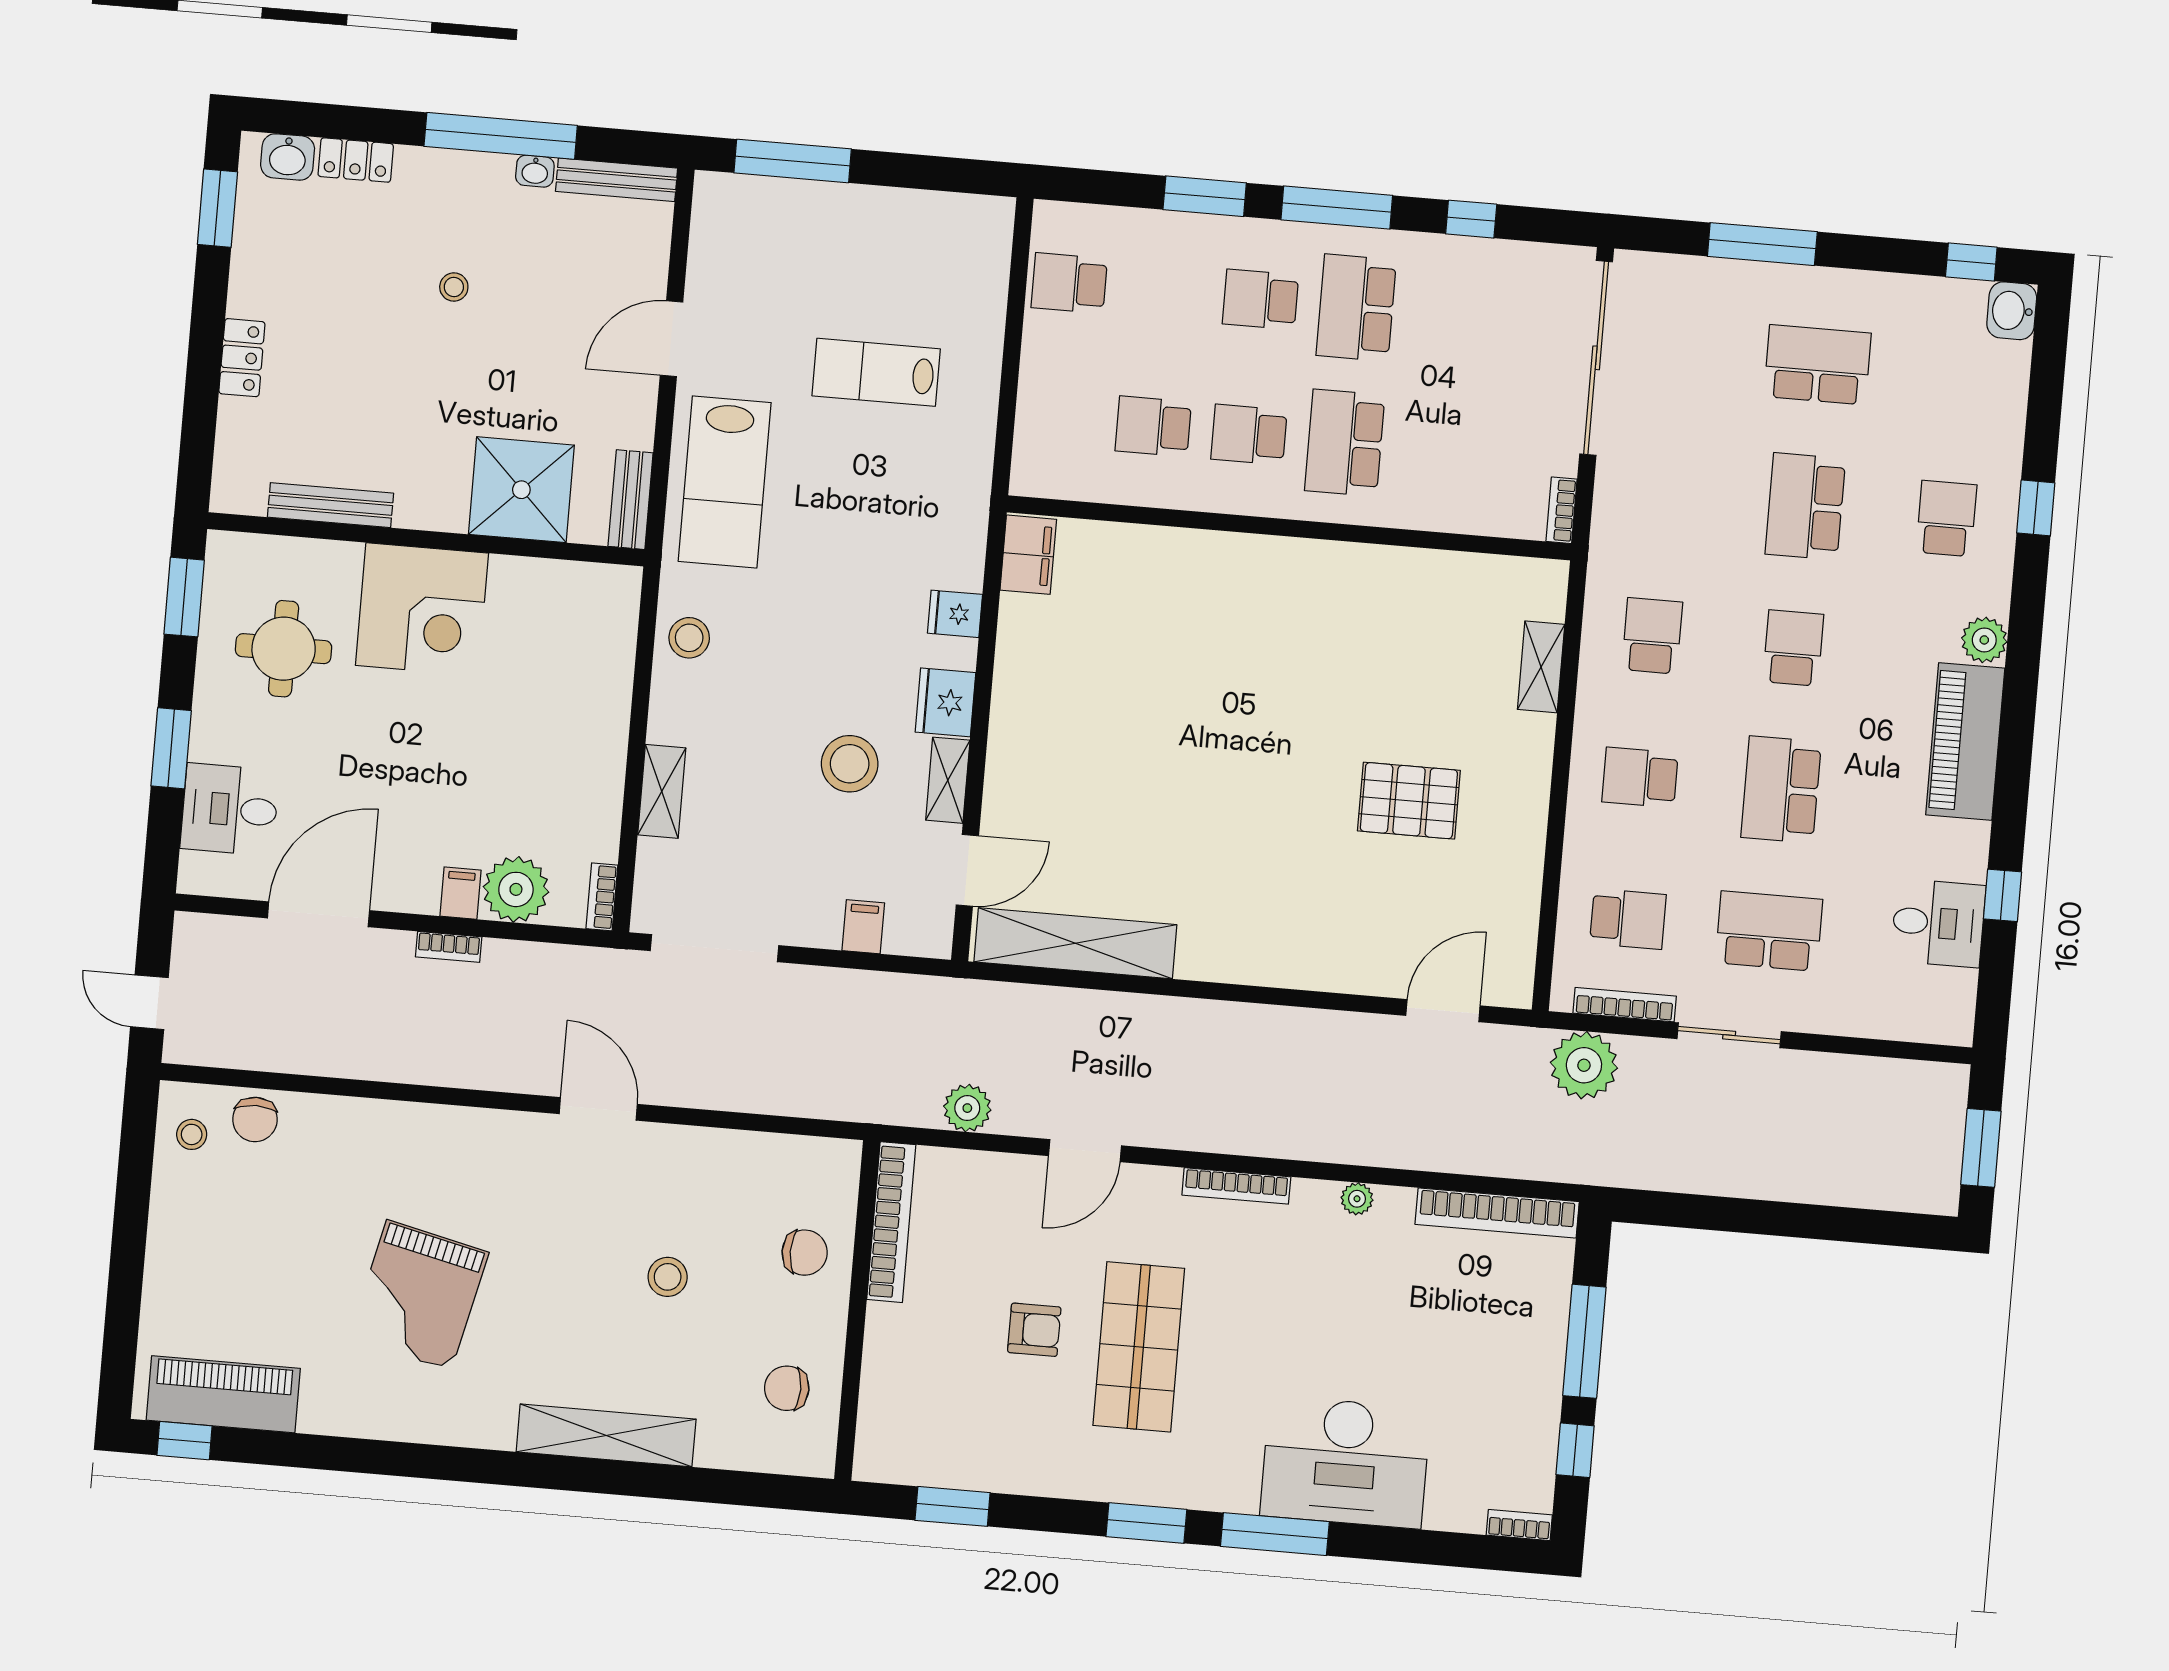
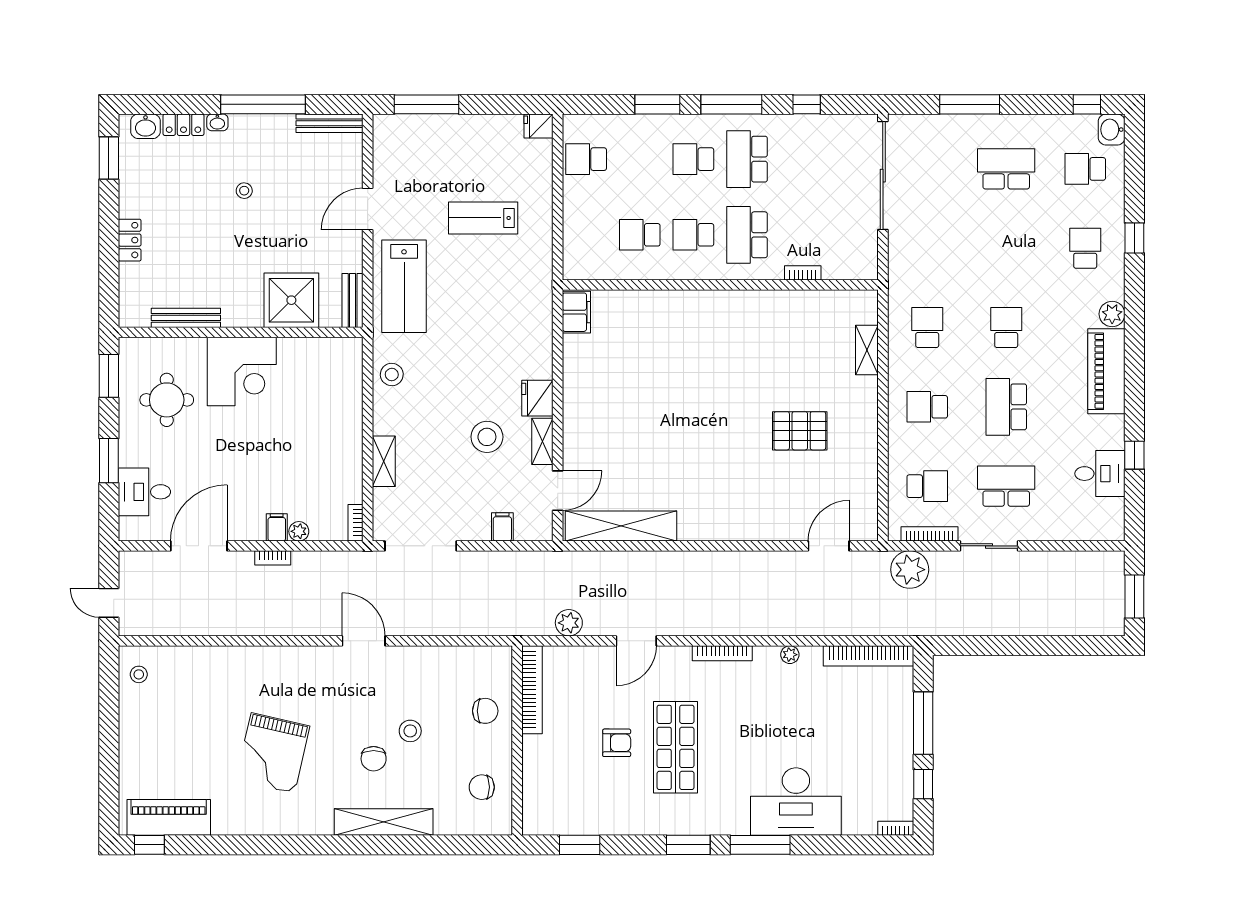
washbasin: (535, 171) -> (217, 122), moved
school desk: (1805, 506) -> (1085, 169), moved, width x0.54
bookcase: (1562, 510) -> (803, 273), moved, turned 90
fridge: (955, 614) -> (538, 126), moved
plant: (516, 889) -> (299, 531), width x0.53, depth x0.53
chair: (255, 1119) -> (374, 759), moved

